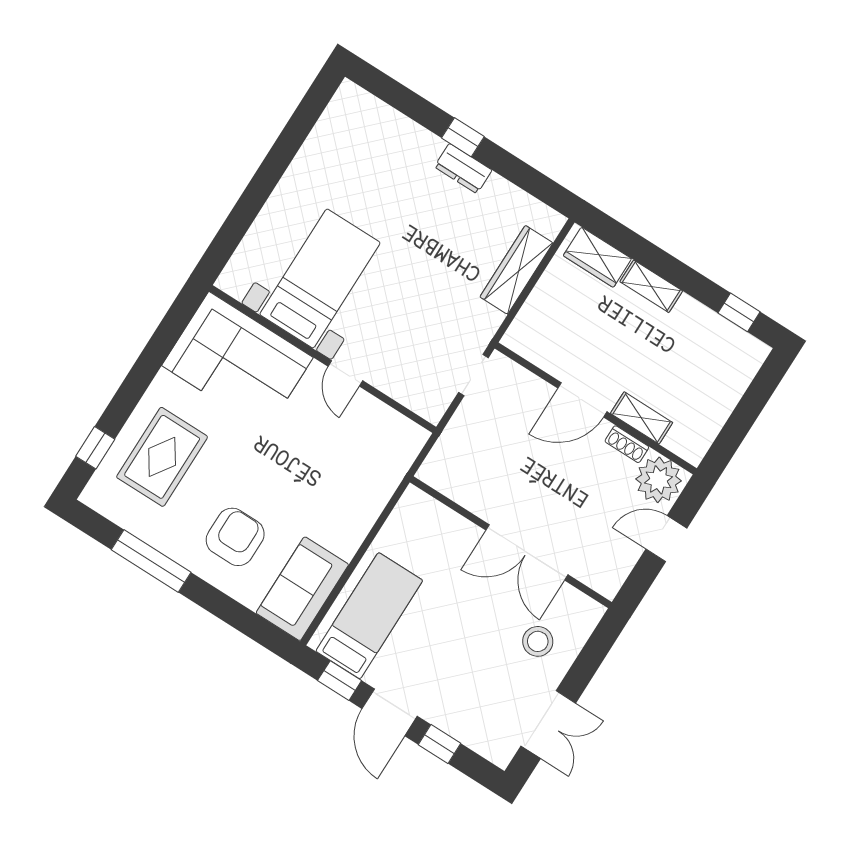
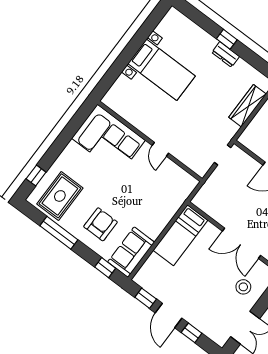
bed with nightstands: (320, 279) -> (162, 70), moved, turned 90
rug: (162, 457) -> (60, 196), moved
bed: (369, 616) -> (180, 235), moved, turned 180
window: (252, 625) -> (105, 268), added

